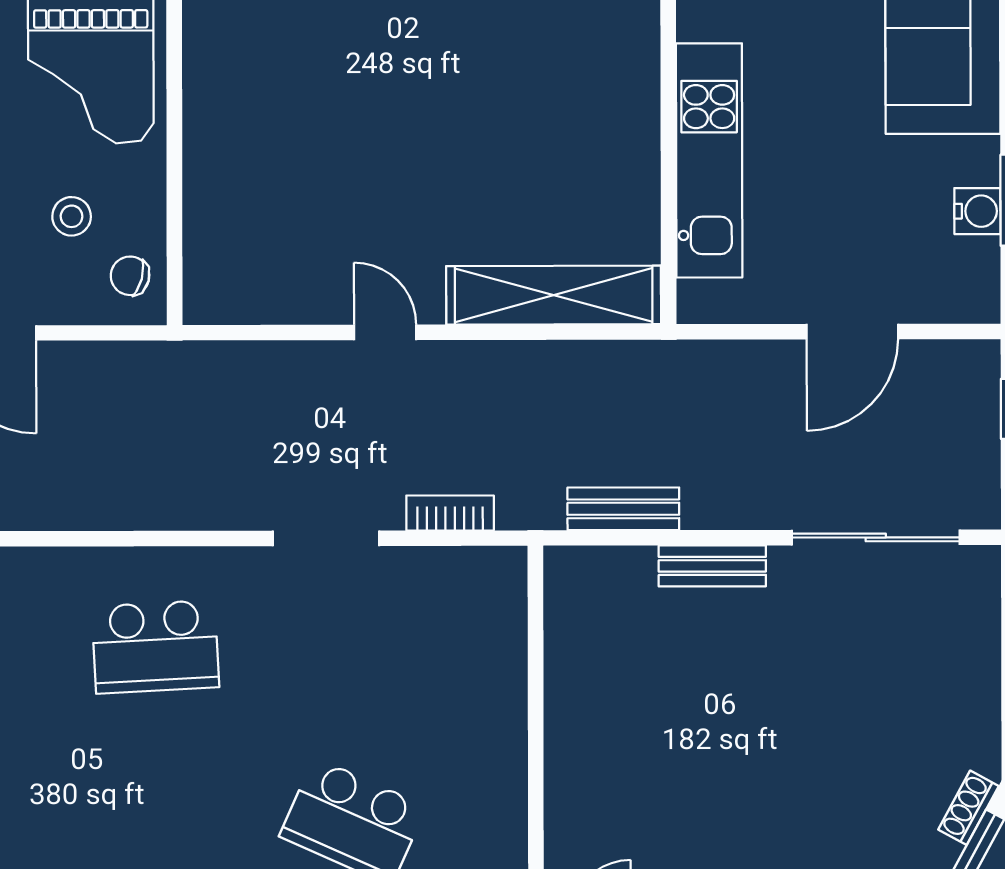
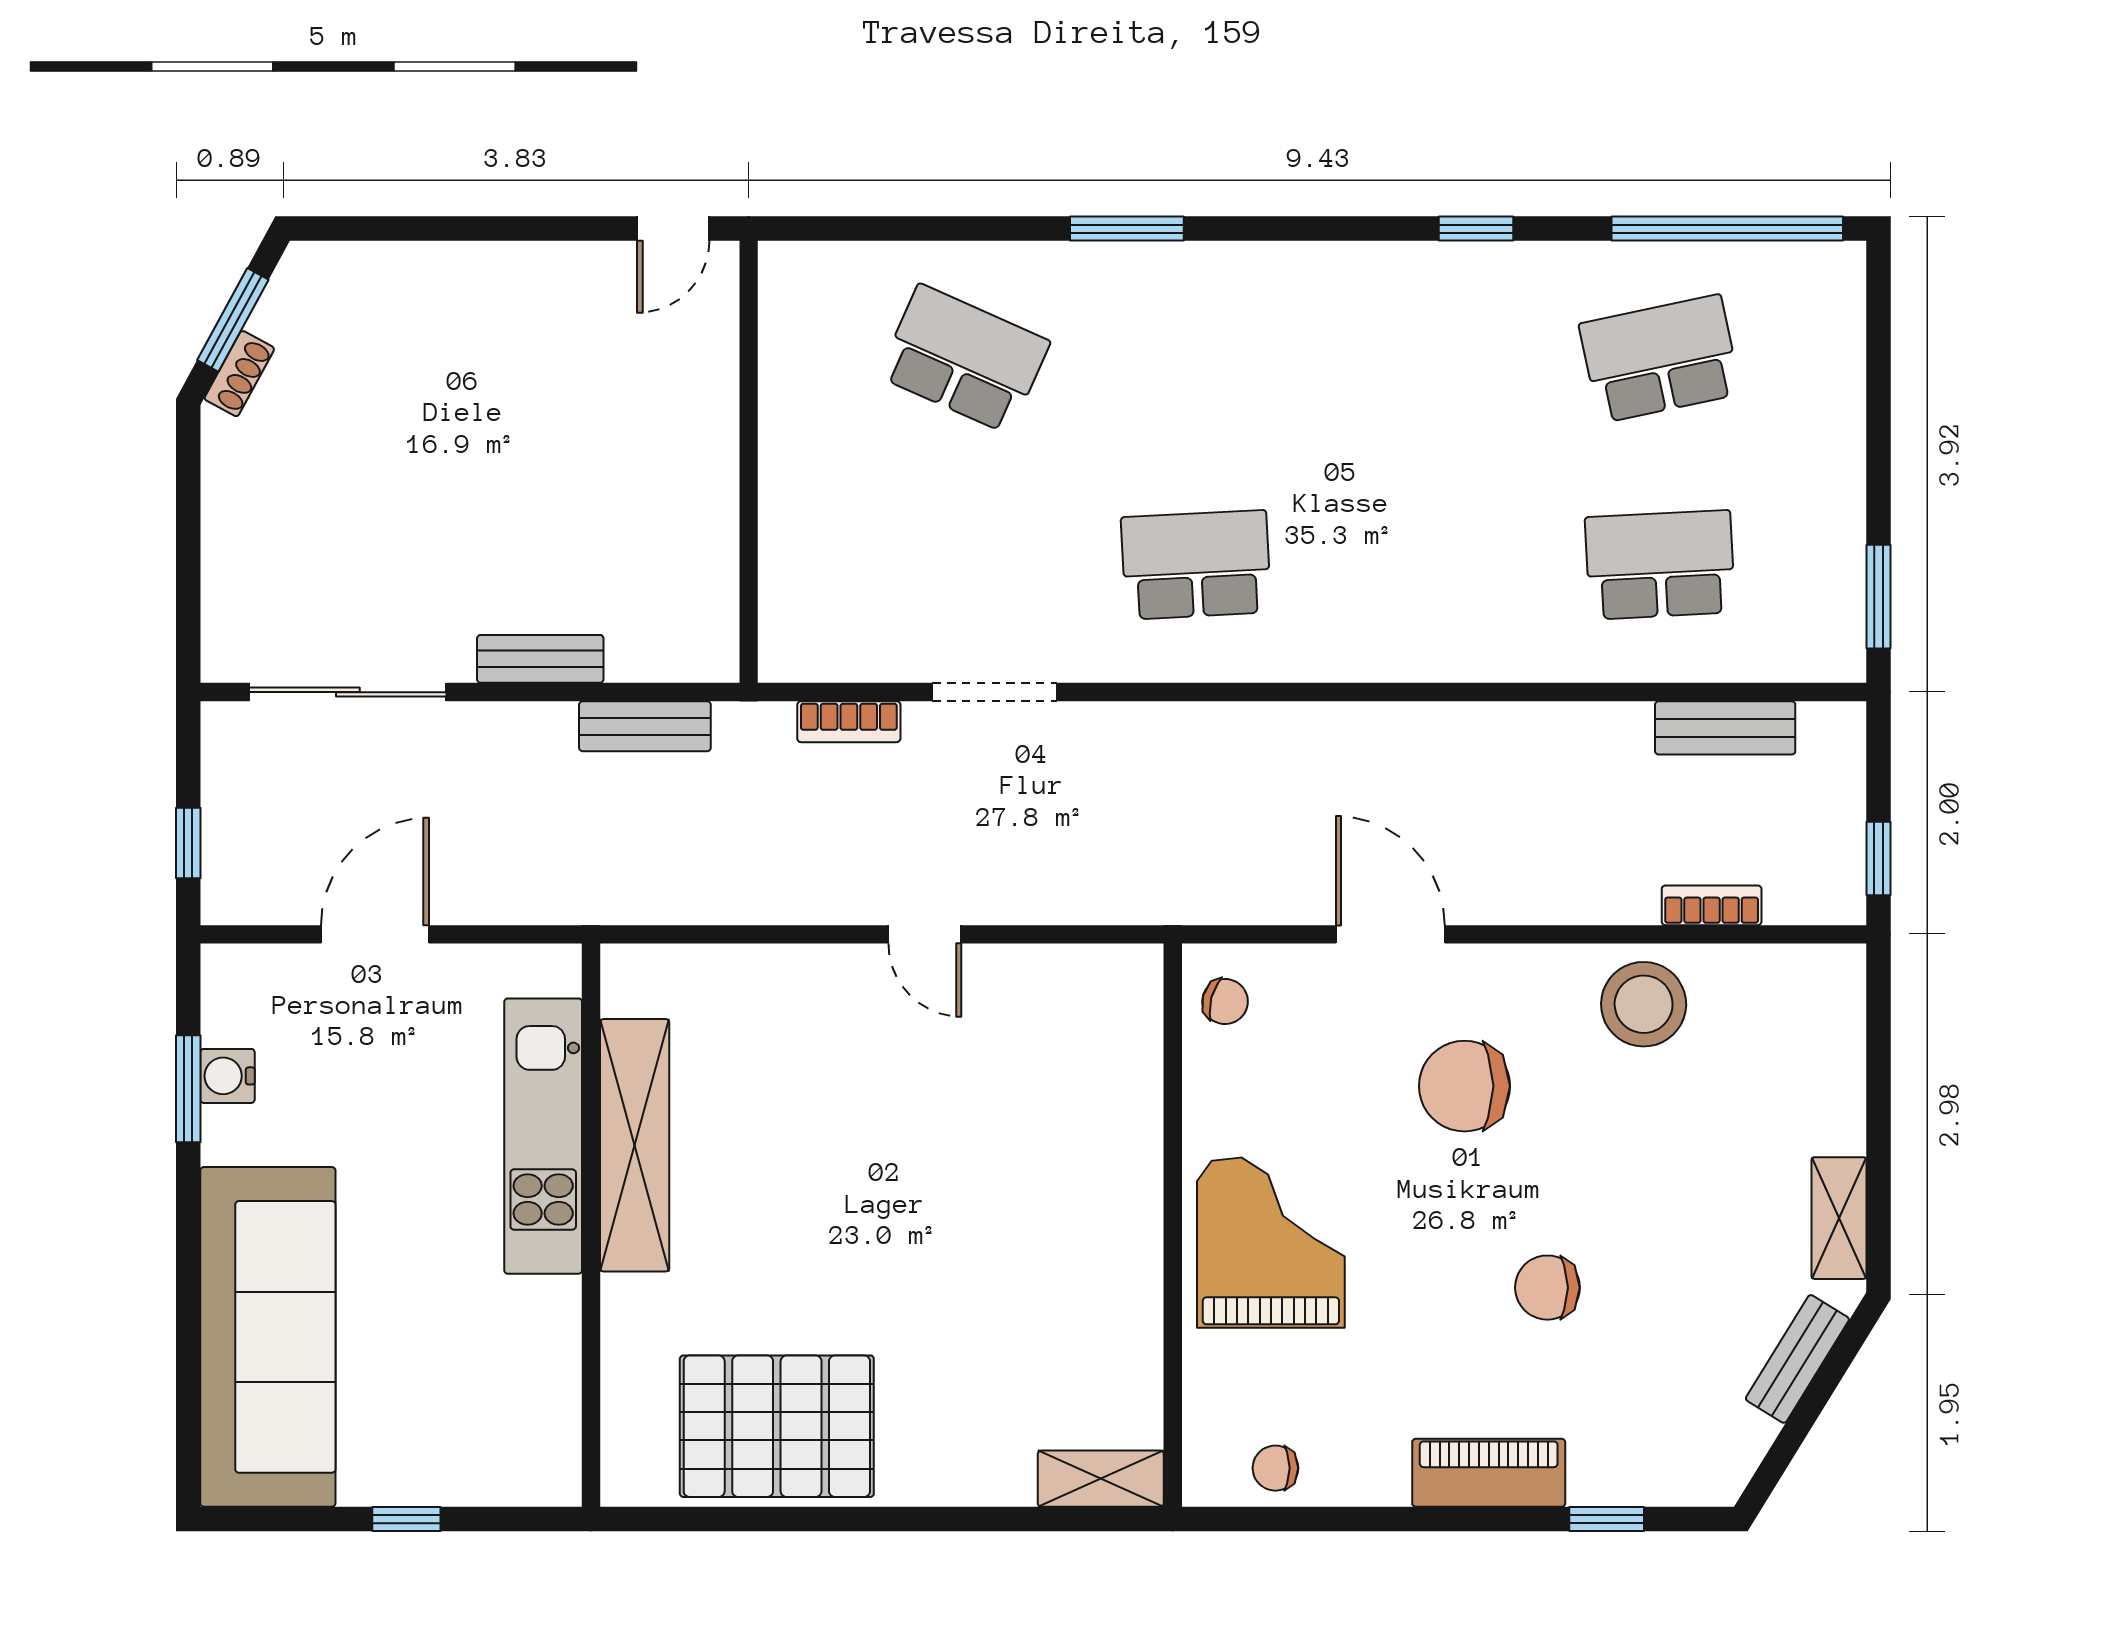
stool: (72, 216) -> (1294, 1072), removed
shelving: (554, 295) -> (635, 1145), moved, turned 90

